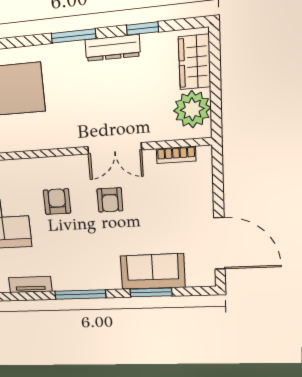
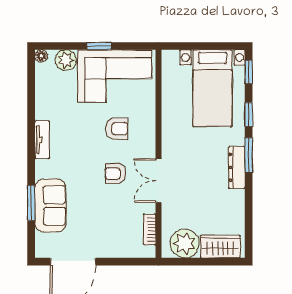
window: (143, 29) -> (249, 115), moved
dresser: (113, 48) -> (237, 167), moved
tv unit: (30, 284) -> (42, 140), moved
window: (80, 294) -> (31, 141), removed

